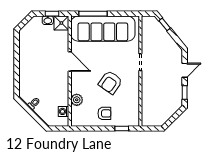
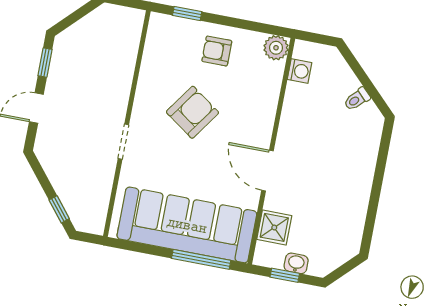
shower: (61, 23) -> (274, 227), moved
plant: (77, 100) -> (276, 48), moved

